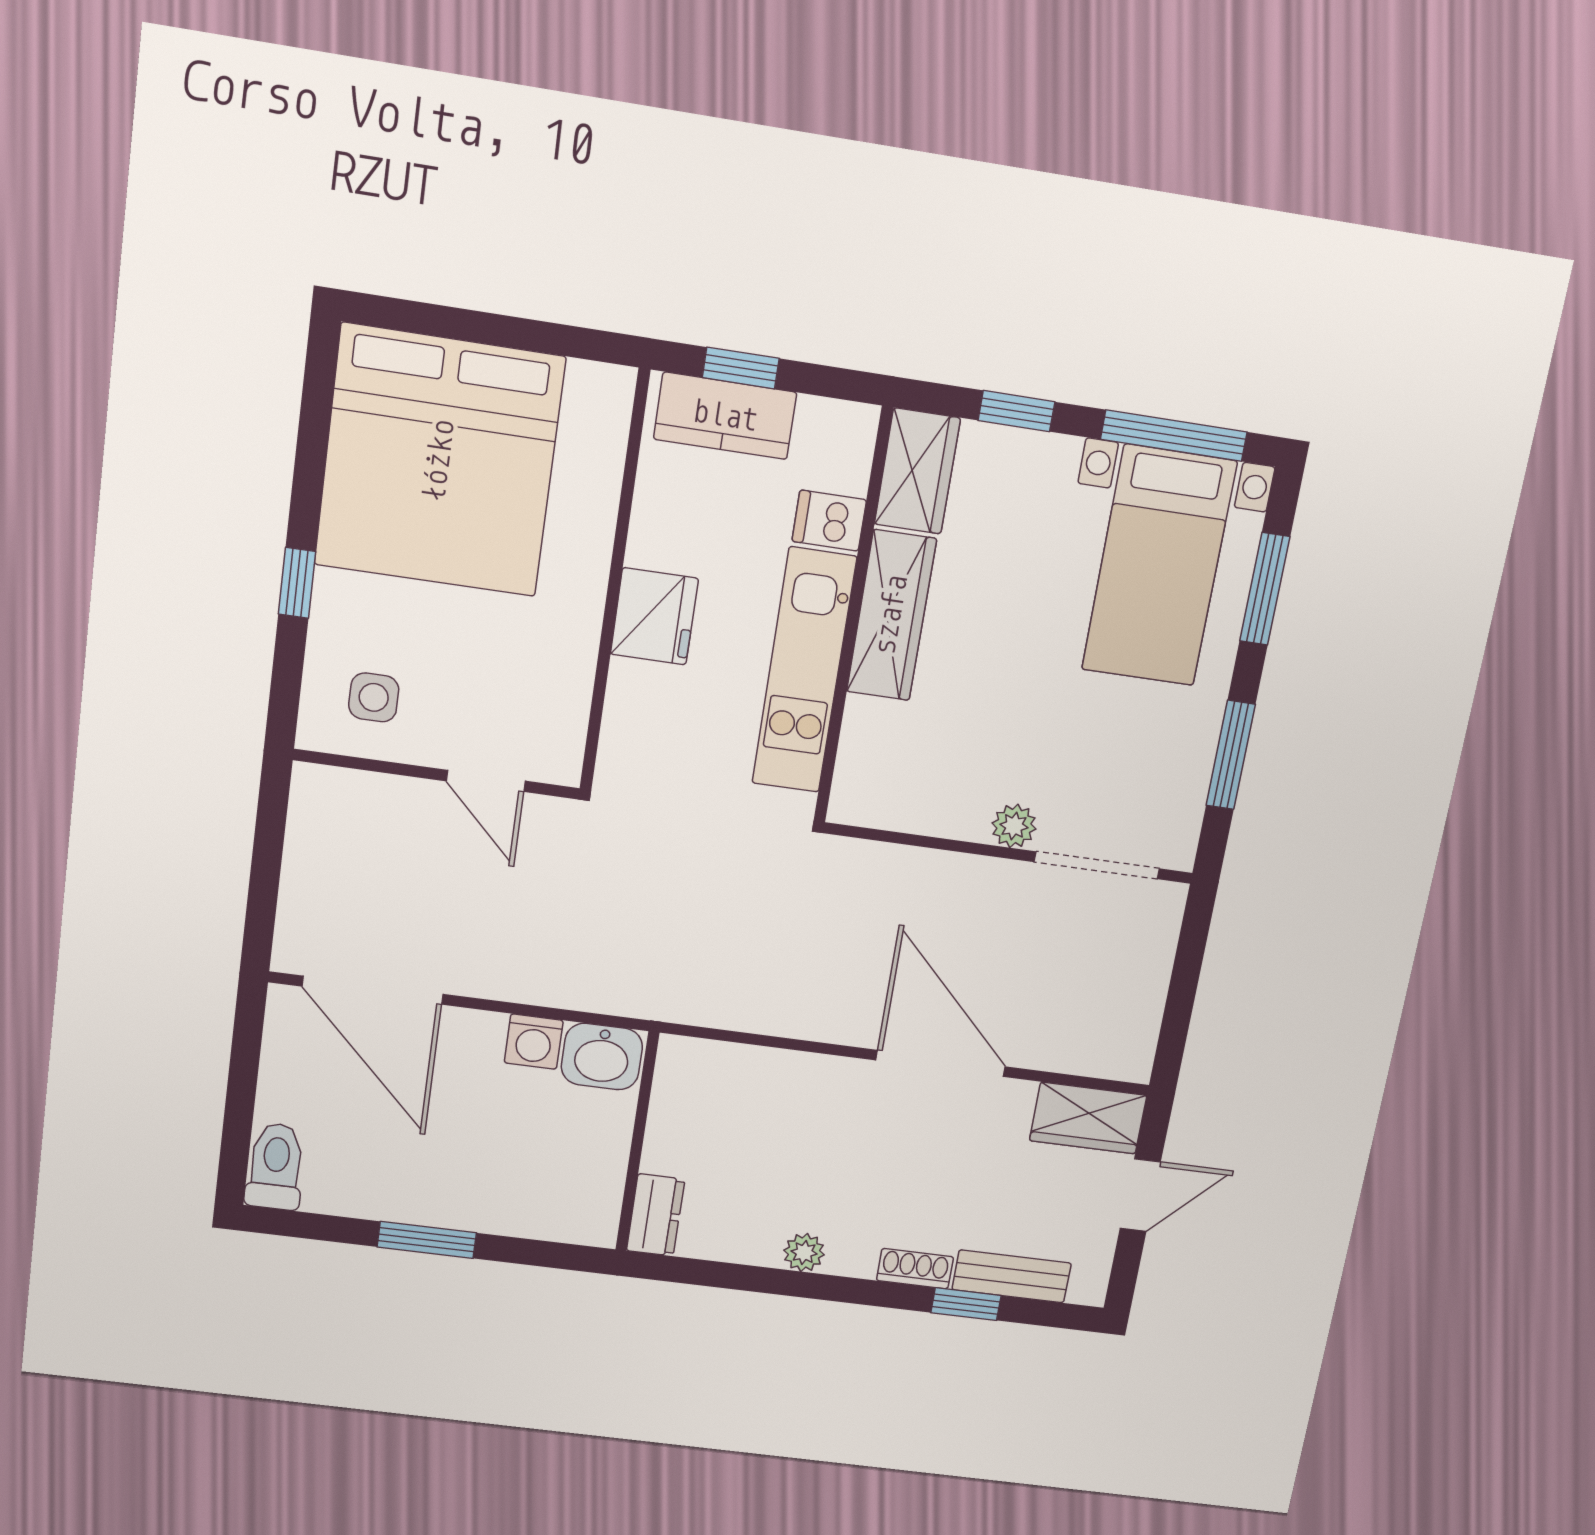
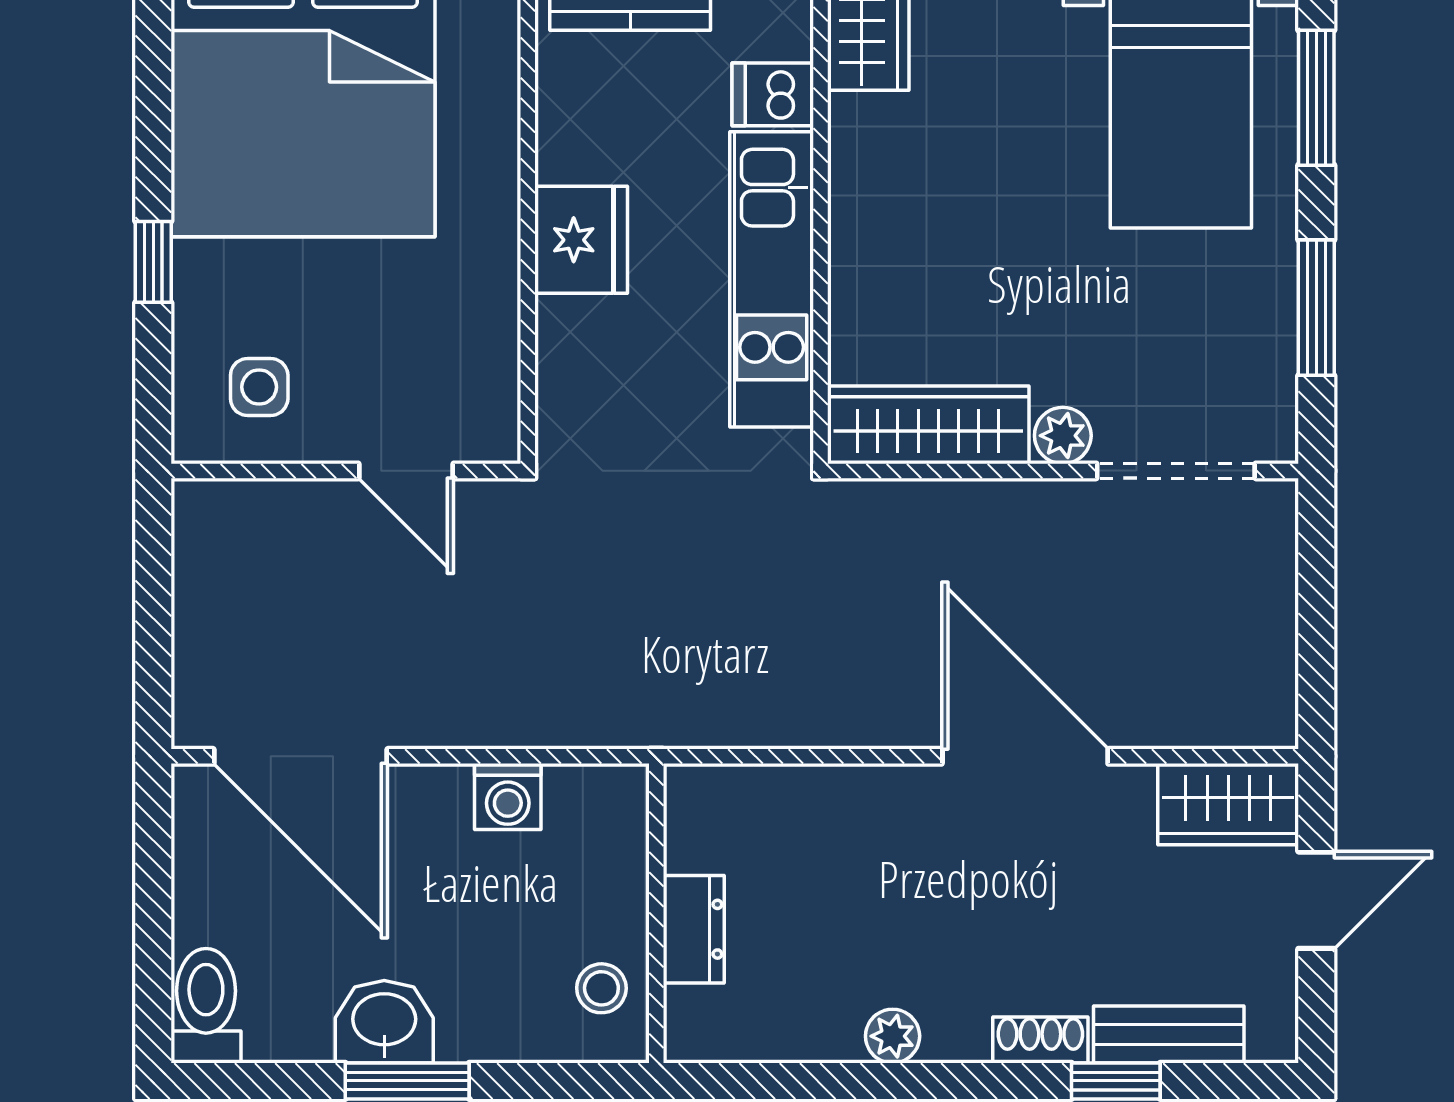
wardrobe: (891, 615) -> (928, 425), moved, turned -90
washbasin: (602, 1057) -> (384, 1022), moved, turned 180
stool: (587, 1191) -> (601, 988), added
dresser: (656, 1215) -> (694, 929), moved

